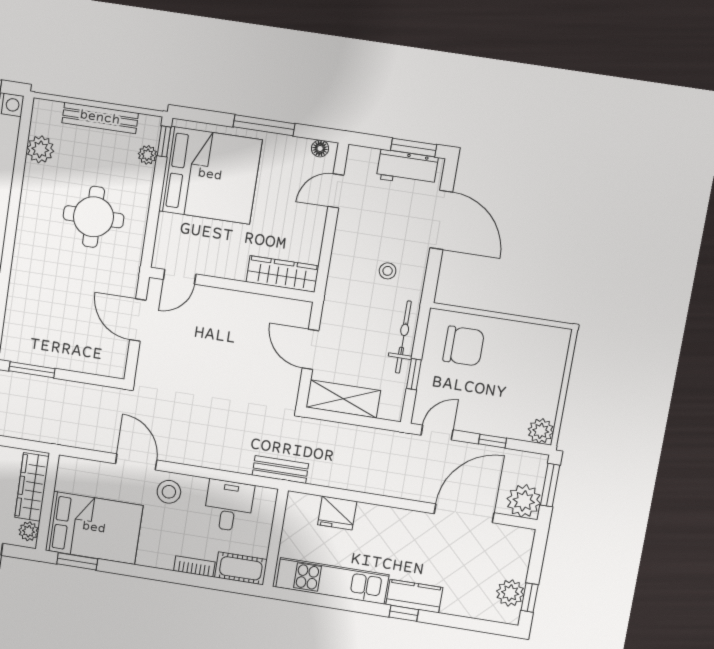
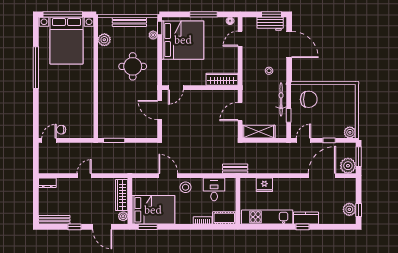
door: (310, 349) -> (240, 111), hinge flipped

